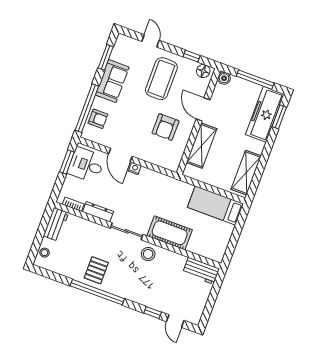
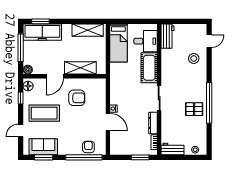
sofa: (112, 81) -> (43, 147), moved
door: (120, 155) -> (108, 122), hinge flipped
window: (67, 162) -> (140, 157), moved
desk: (86, 165) -> (146, 41), moved, turned -90
stool: (148, 254) -> (194, 59), moved
window: (153, 313) -> (209, 59), removed

